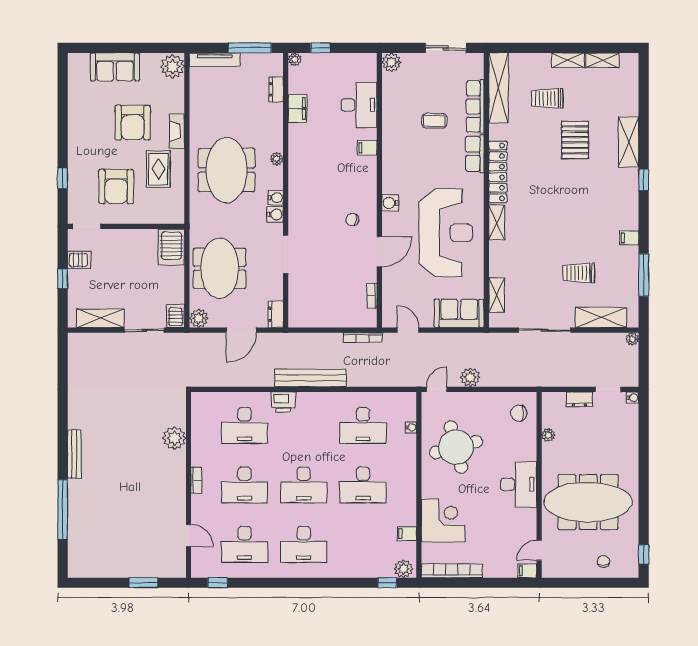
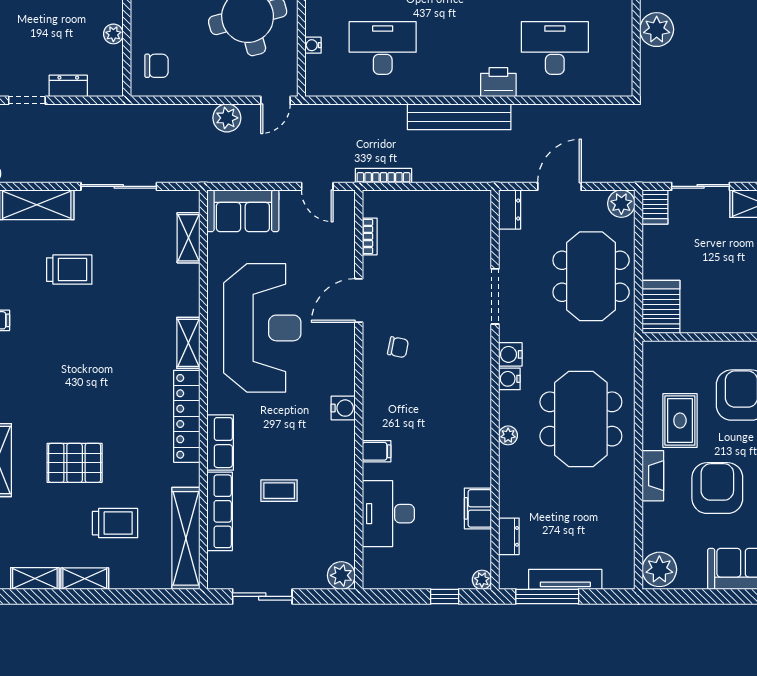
tv unit: (215, 60) -> (565, 579), moved
pallet: (575, 140) -> (75, 463), turned 90
water cooler: (390, 203) -> (343, 408), moved
reception desk: (446, 233) -> (262, 328), turned 180

